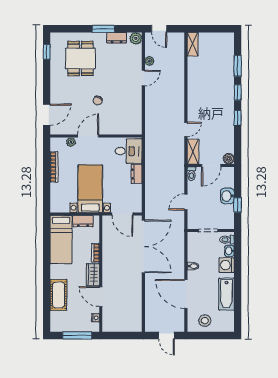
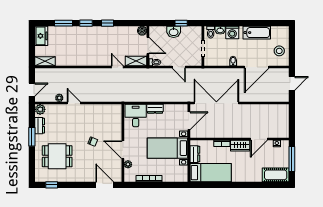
freezer: (223, 40) -> (41, 36), added
cot: (59, 295) -> (276, 175), moved

